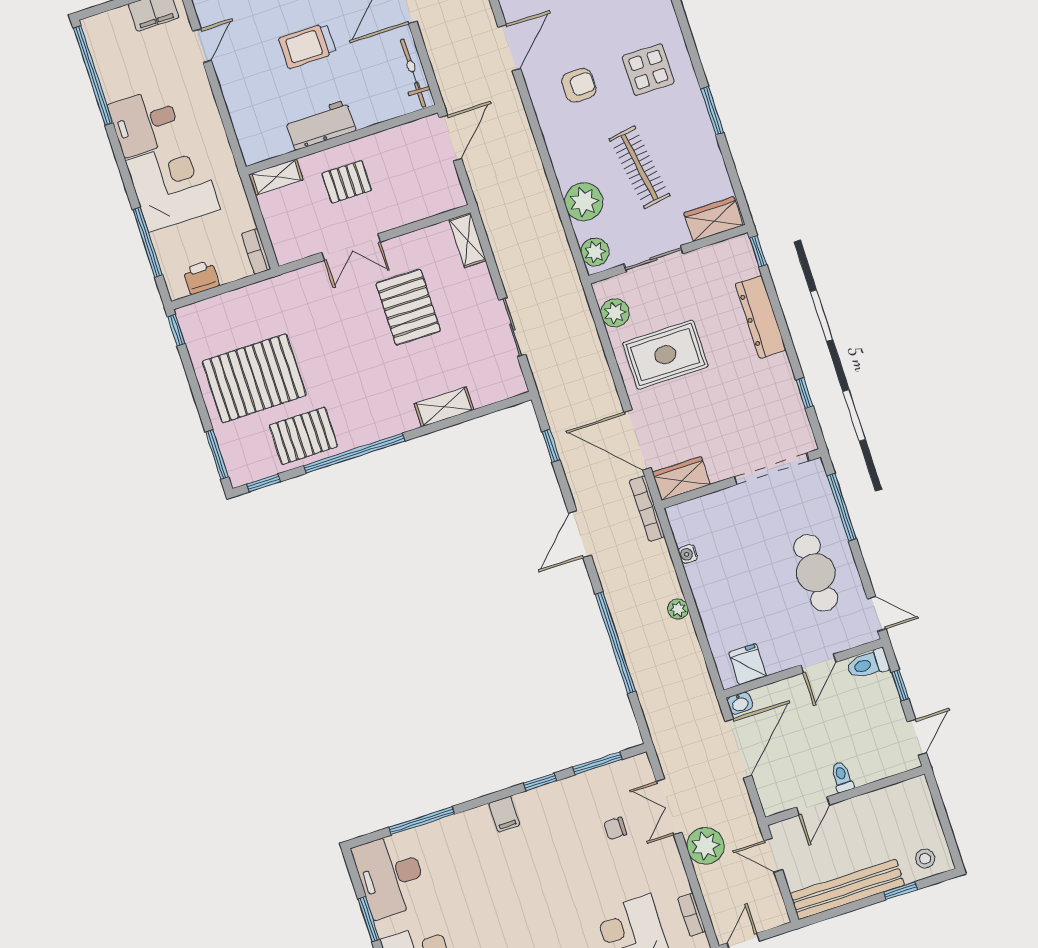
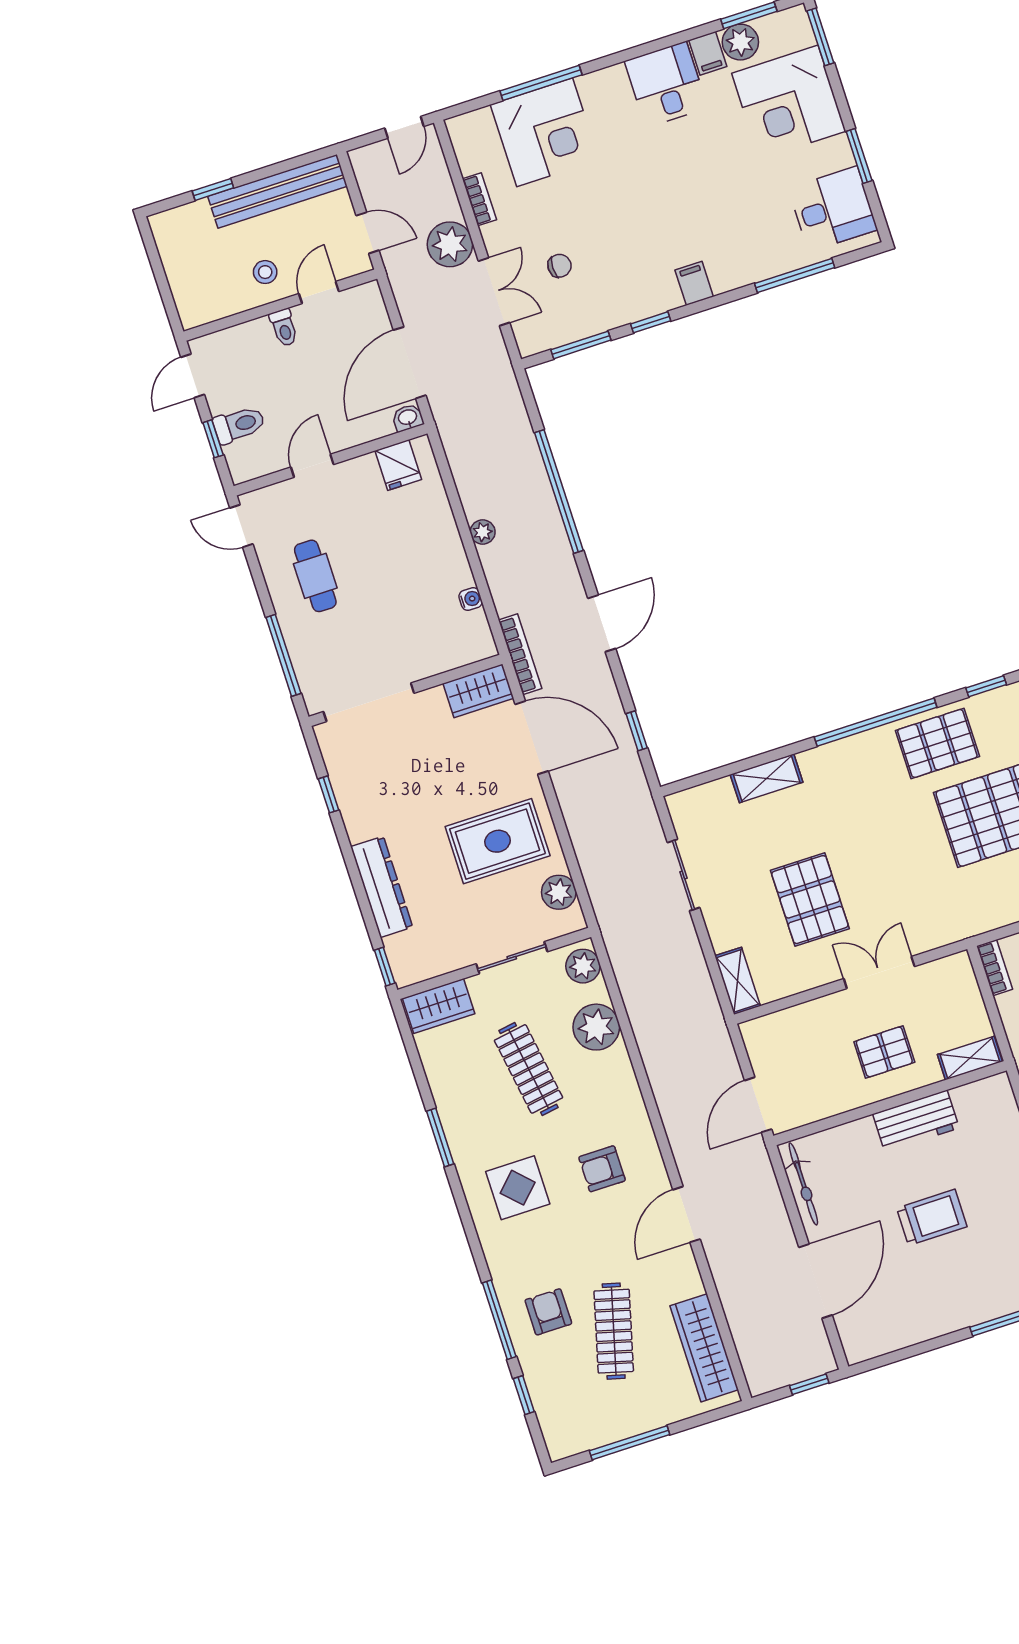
cafe table: (816, 573) -> (315, 576), width x0.73, depth x0.74
toilet: (868, 664) -> (239, 425), moved
stool: (925, 859) -> (265, 272), moved
desk: (390, 876) -> (833, 209), width x0.73
bookcase: (692, 915) -> (479, 199), moved

